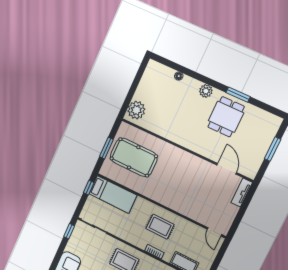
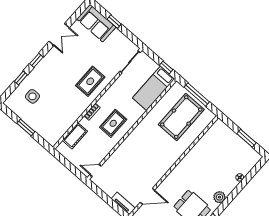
window: (136, 82) -> (246, 138), added
plant: (136, 110) -> (222, 132), removed
window: (106, 148) -> (197, 94), width x1.44
window: (69, 231) -> (114, 22), moved

